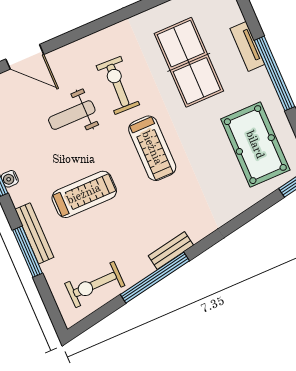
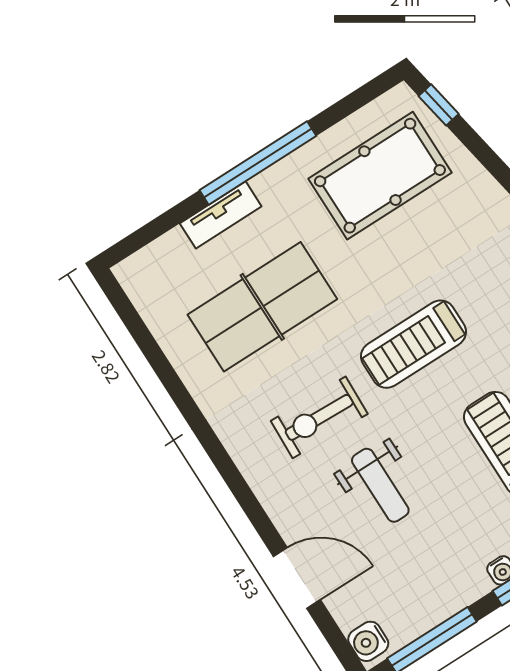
door: (25, 57) -> (297, 578), hinge flipped
treadmill: (152, 148) -> (413, 344), turned 180

